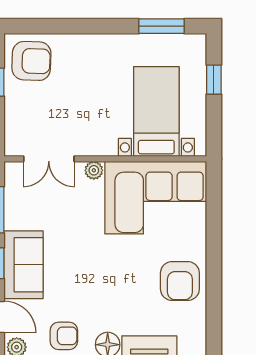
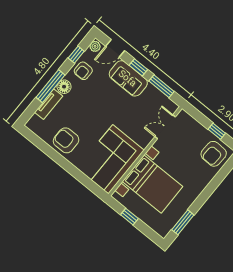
window: (214, 80) -> (129, 217), moved
bed with nightstands: (156, 112) -> (153, 184), width x1.36
plant: (94, 170) -> (144, 142), removed

